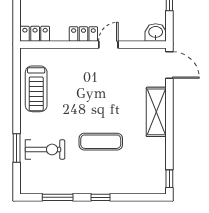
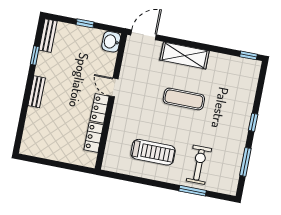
locker: (35, 34) -> (94, 137), moved
treadmill: (36, 89) -> (153, 152), moved
exercise mat: (101, 142) -> (184, 99), moved, turned 90

